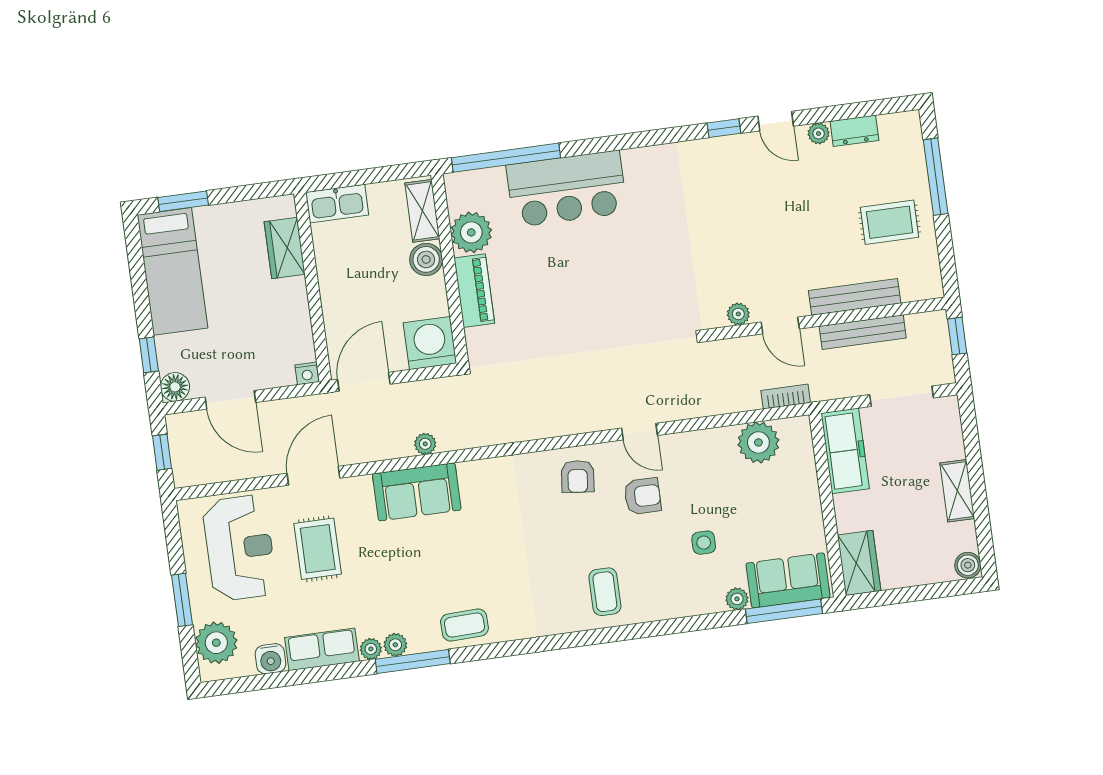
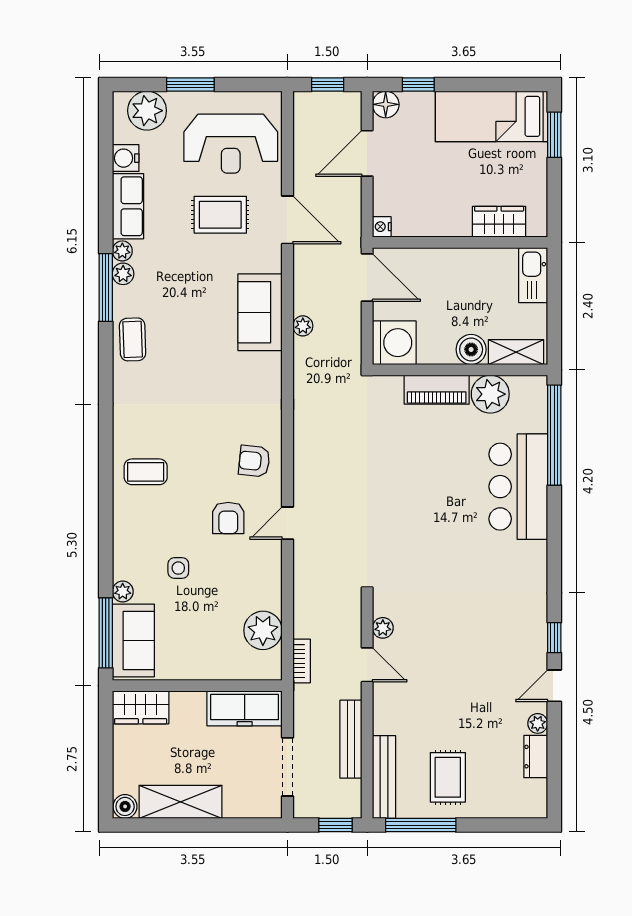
window: (936, 177) -> (421, 825), moved
bench: (855, 297) -> (384, 777), moved
door: (780, 325) -> (367, 665), swing flipped
shelving: (957, 491) -> (181, 802), width x1.50, depth x1.33

